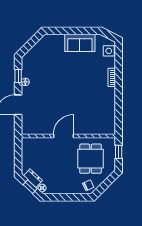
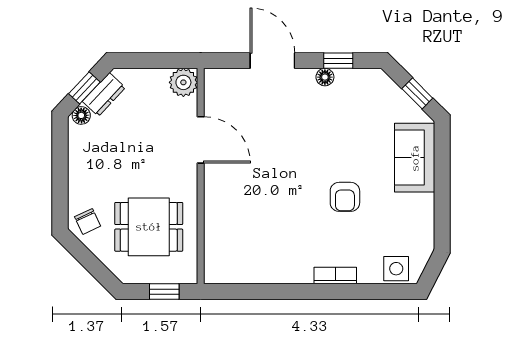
window: (32, 42) -> (417, 93), added
sofa: (80, 43) -> (415, 158), moved
armchair: (77, 73) -> (345, 197), added
door: (63, 136) -> (201, 140), moved
plant: (28, 144) -> (183, 82), added

